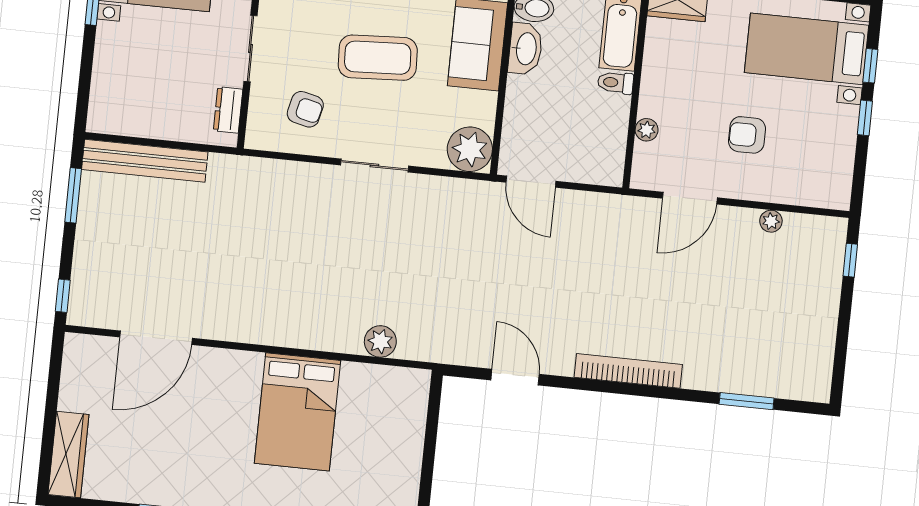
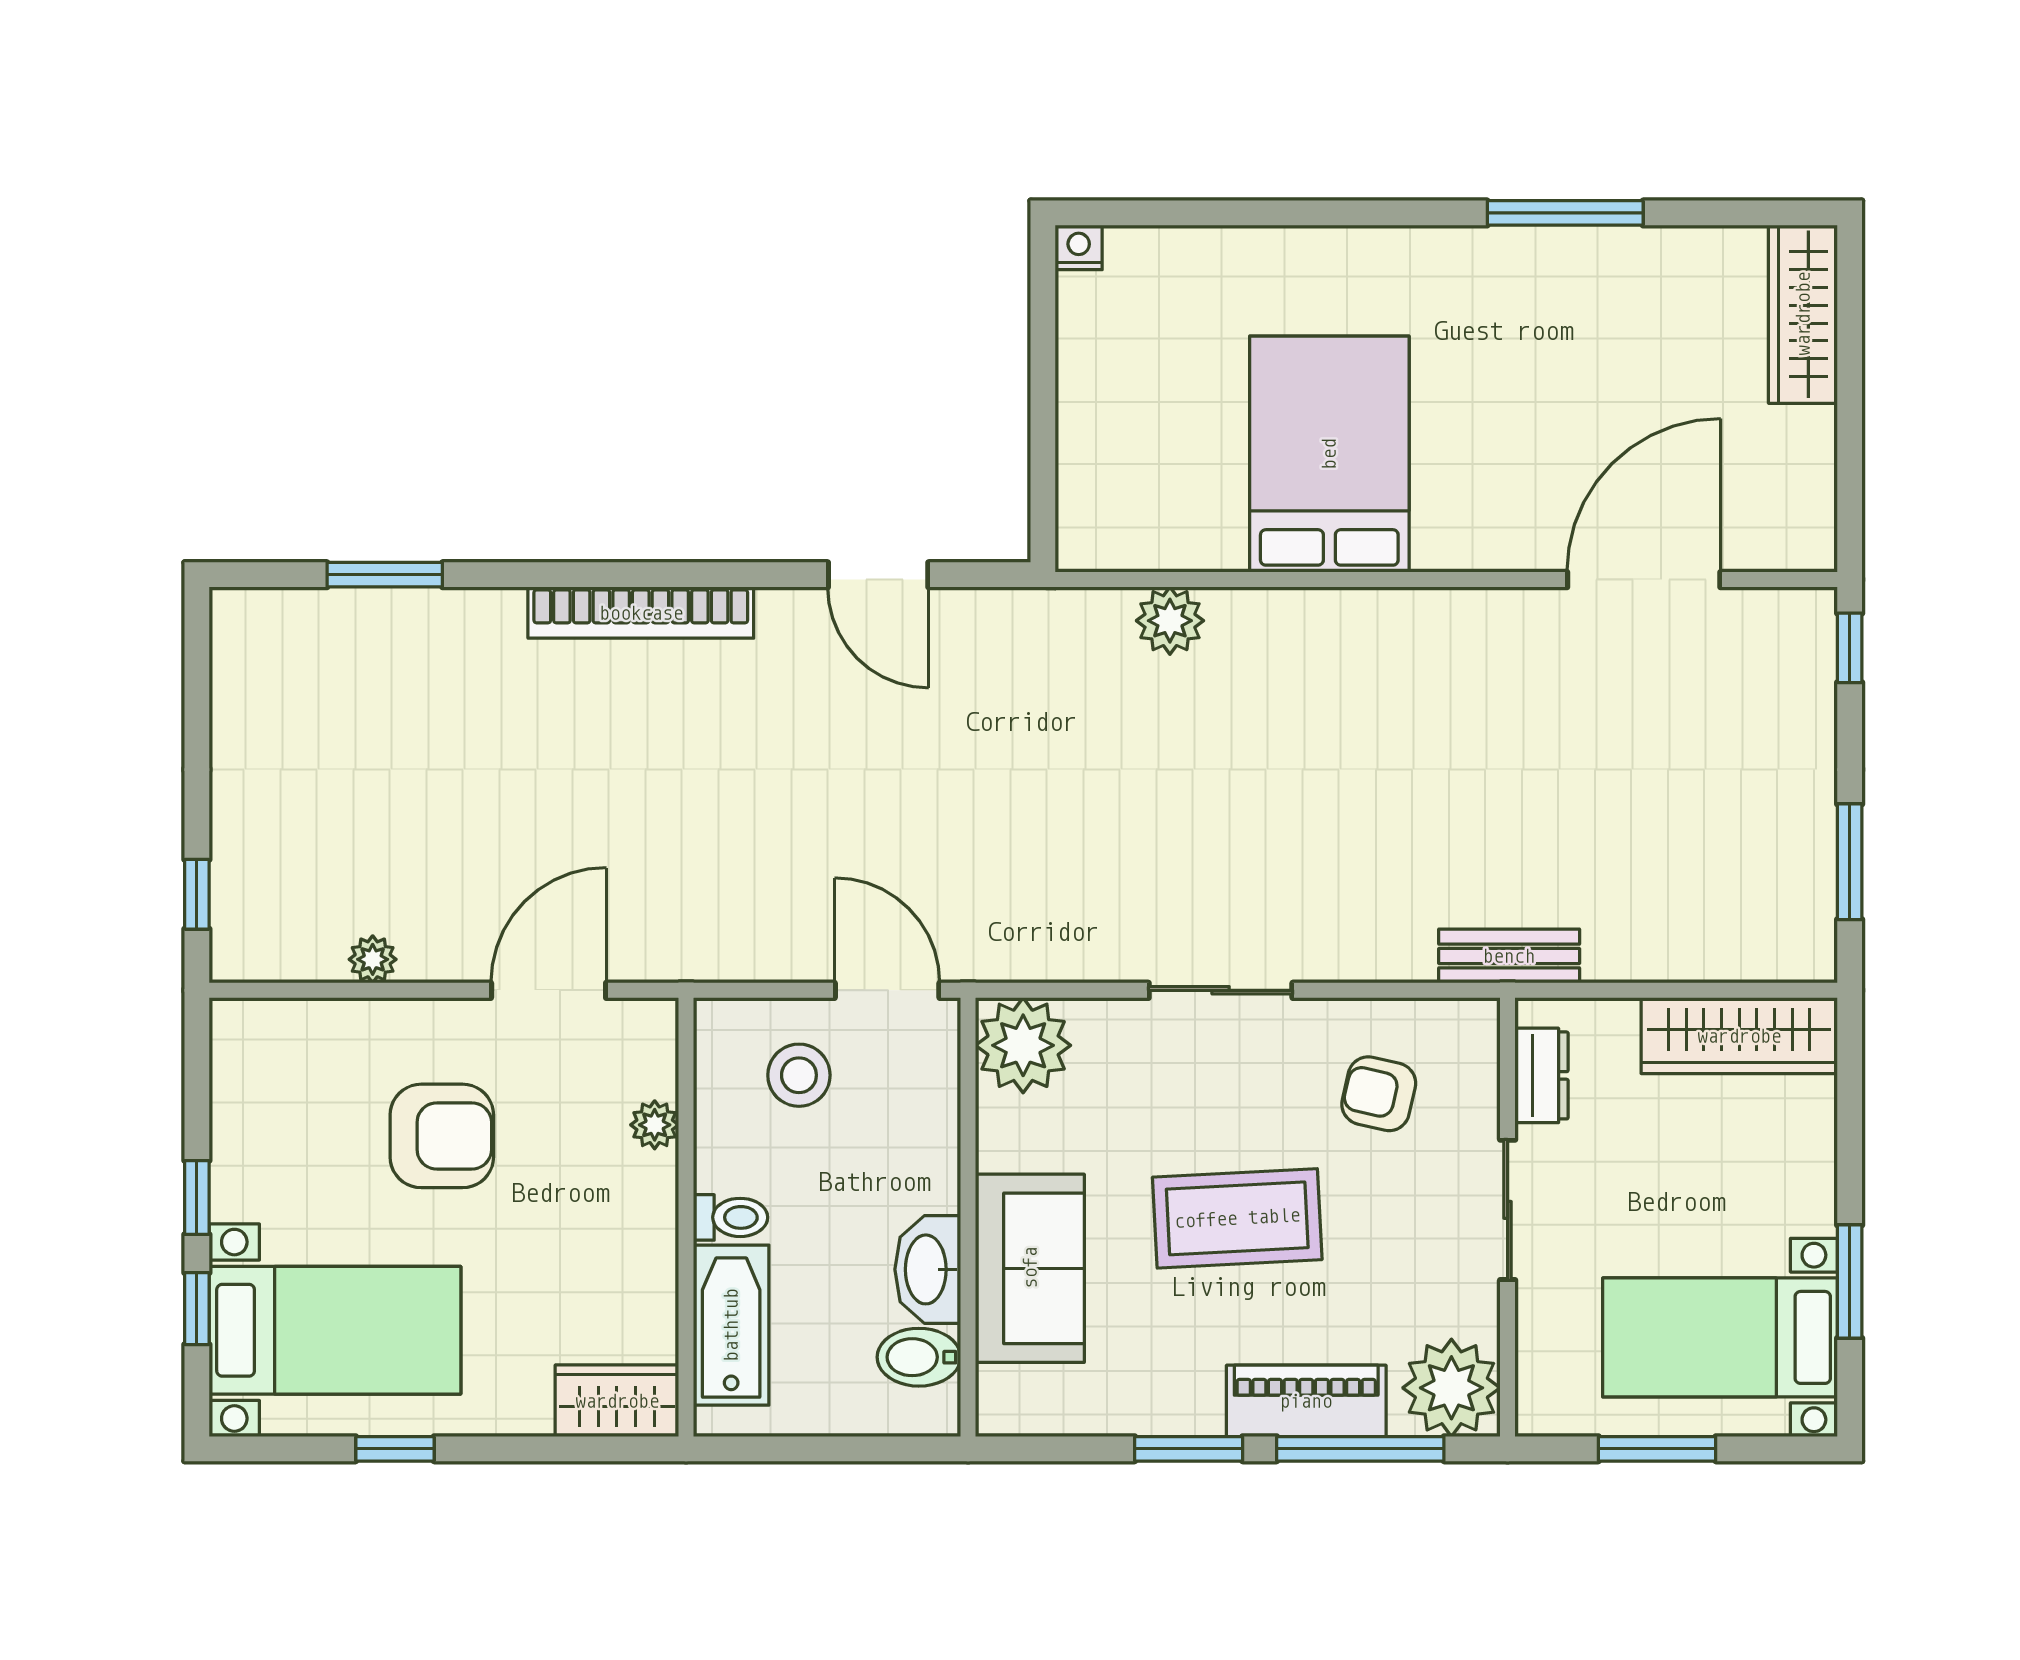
wardrobe: (133, 119) -> (1739, 1036), added
armchair: (747, 135) -> (442, 1136), width x1.38, depth x1.38
stool: (576, 146) -> (799, 1075), added
bench: (145, 161) -> (1509, 956), moved, width x0.54, depth x0.82

